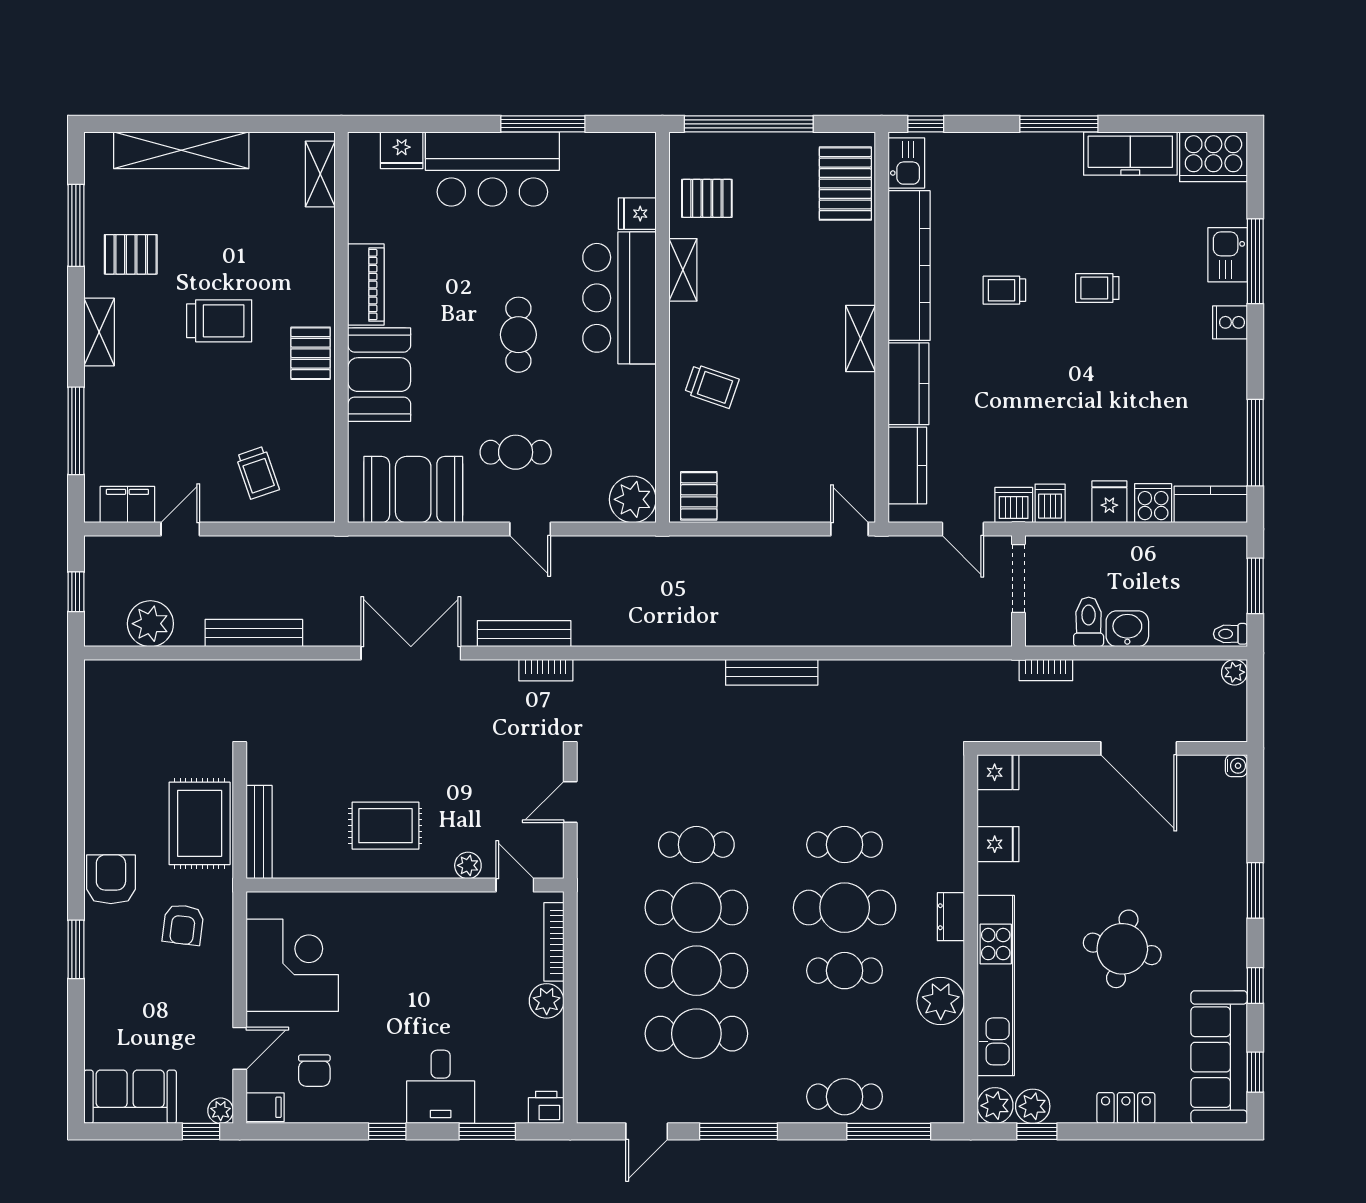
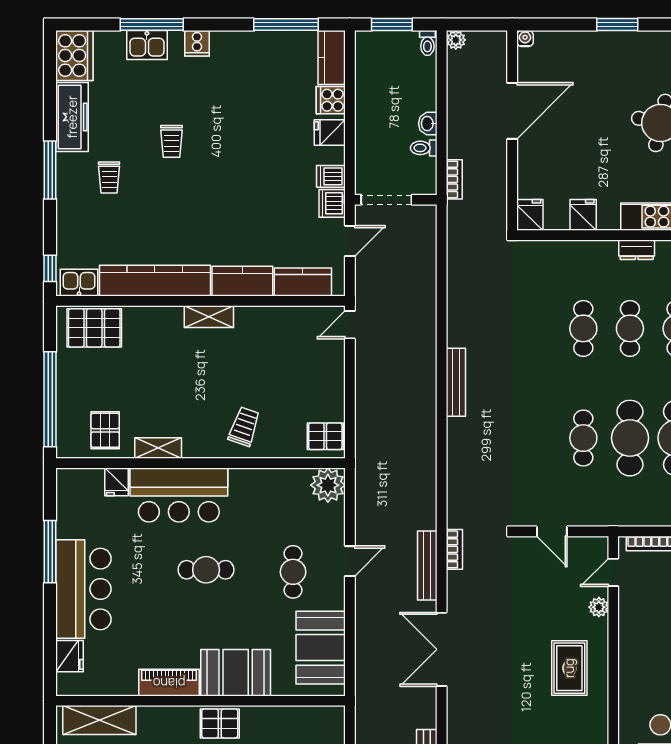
shelving: (320, 174) -> (99, 720), width x1.50, depth x1.33
trolley: (1004, 290) -> (109, 177), moved
toilet: (1089, 622) -> (424, 148), width x0.73, depth x0.72
washbasin: (1127, 629) -> (428, 124), width x0.72, depth x0.69
cafe table: (845, 908) -> (630, 328), width x0.73, depth x0.74

